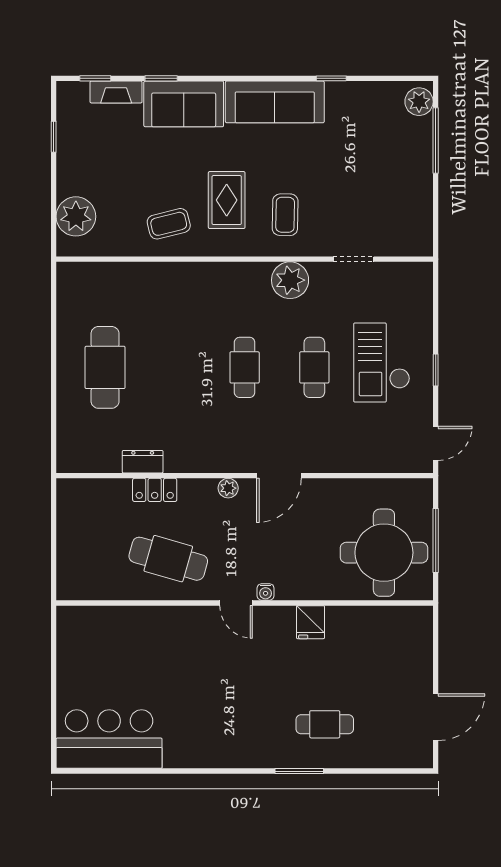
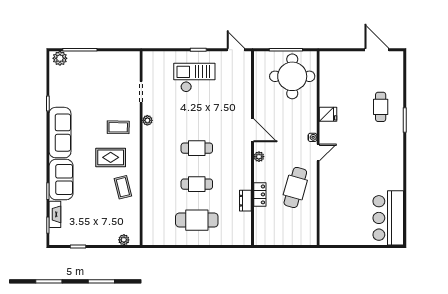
plant: (76, 216) -> (124, 240), width x0.53, depth x0.53
plant: (290, 280) -> (147, 120), width x0.53, depth x0.53
checkout: (382, 363) -> (194, 78), turned 180
cafe table: (314, 367) -> (197, 184), moved

